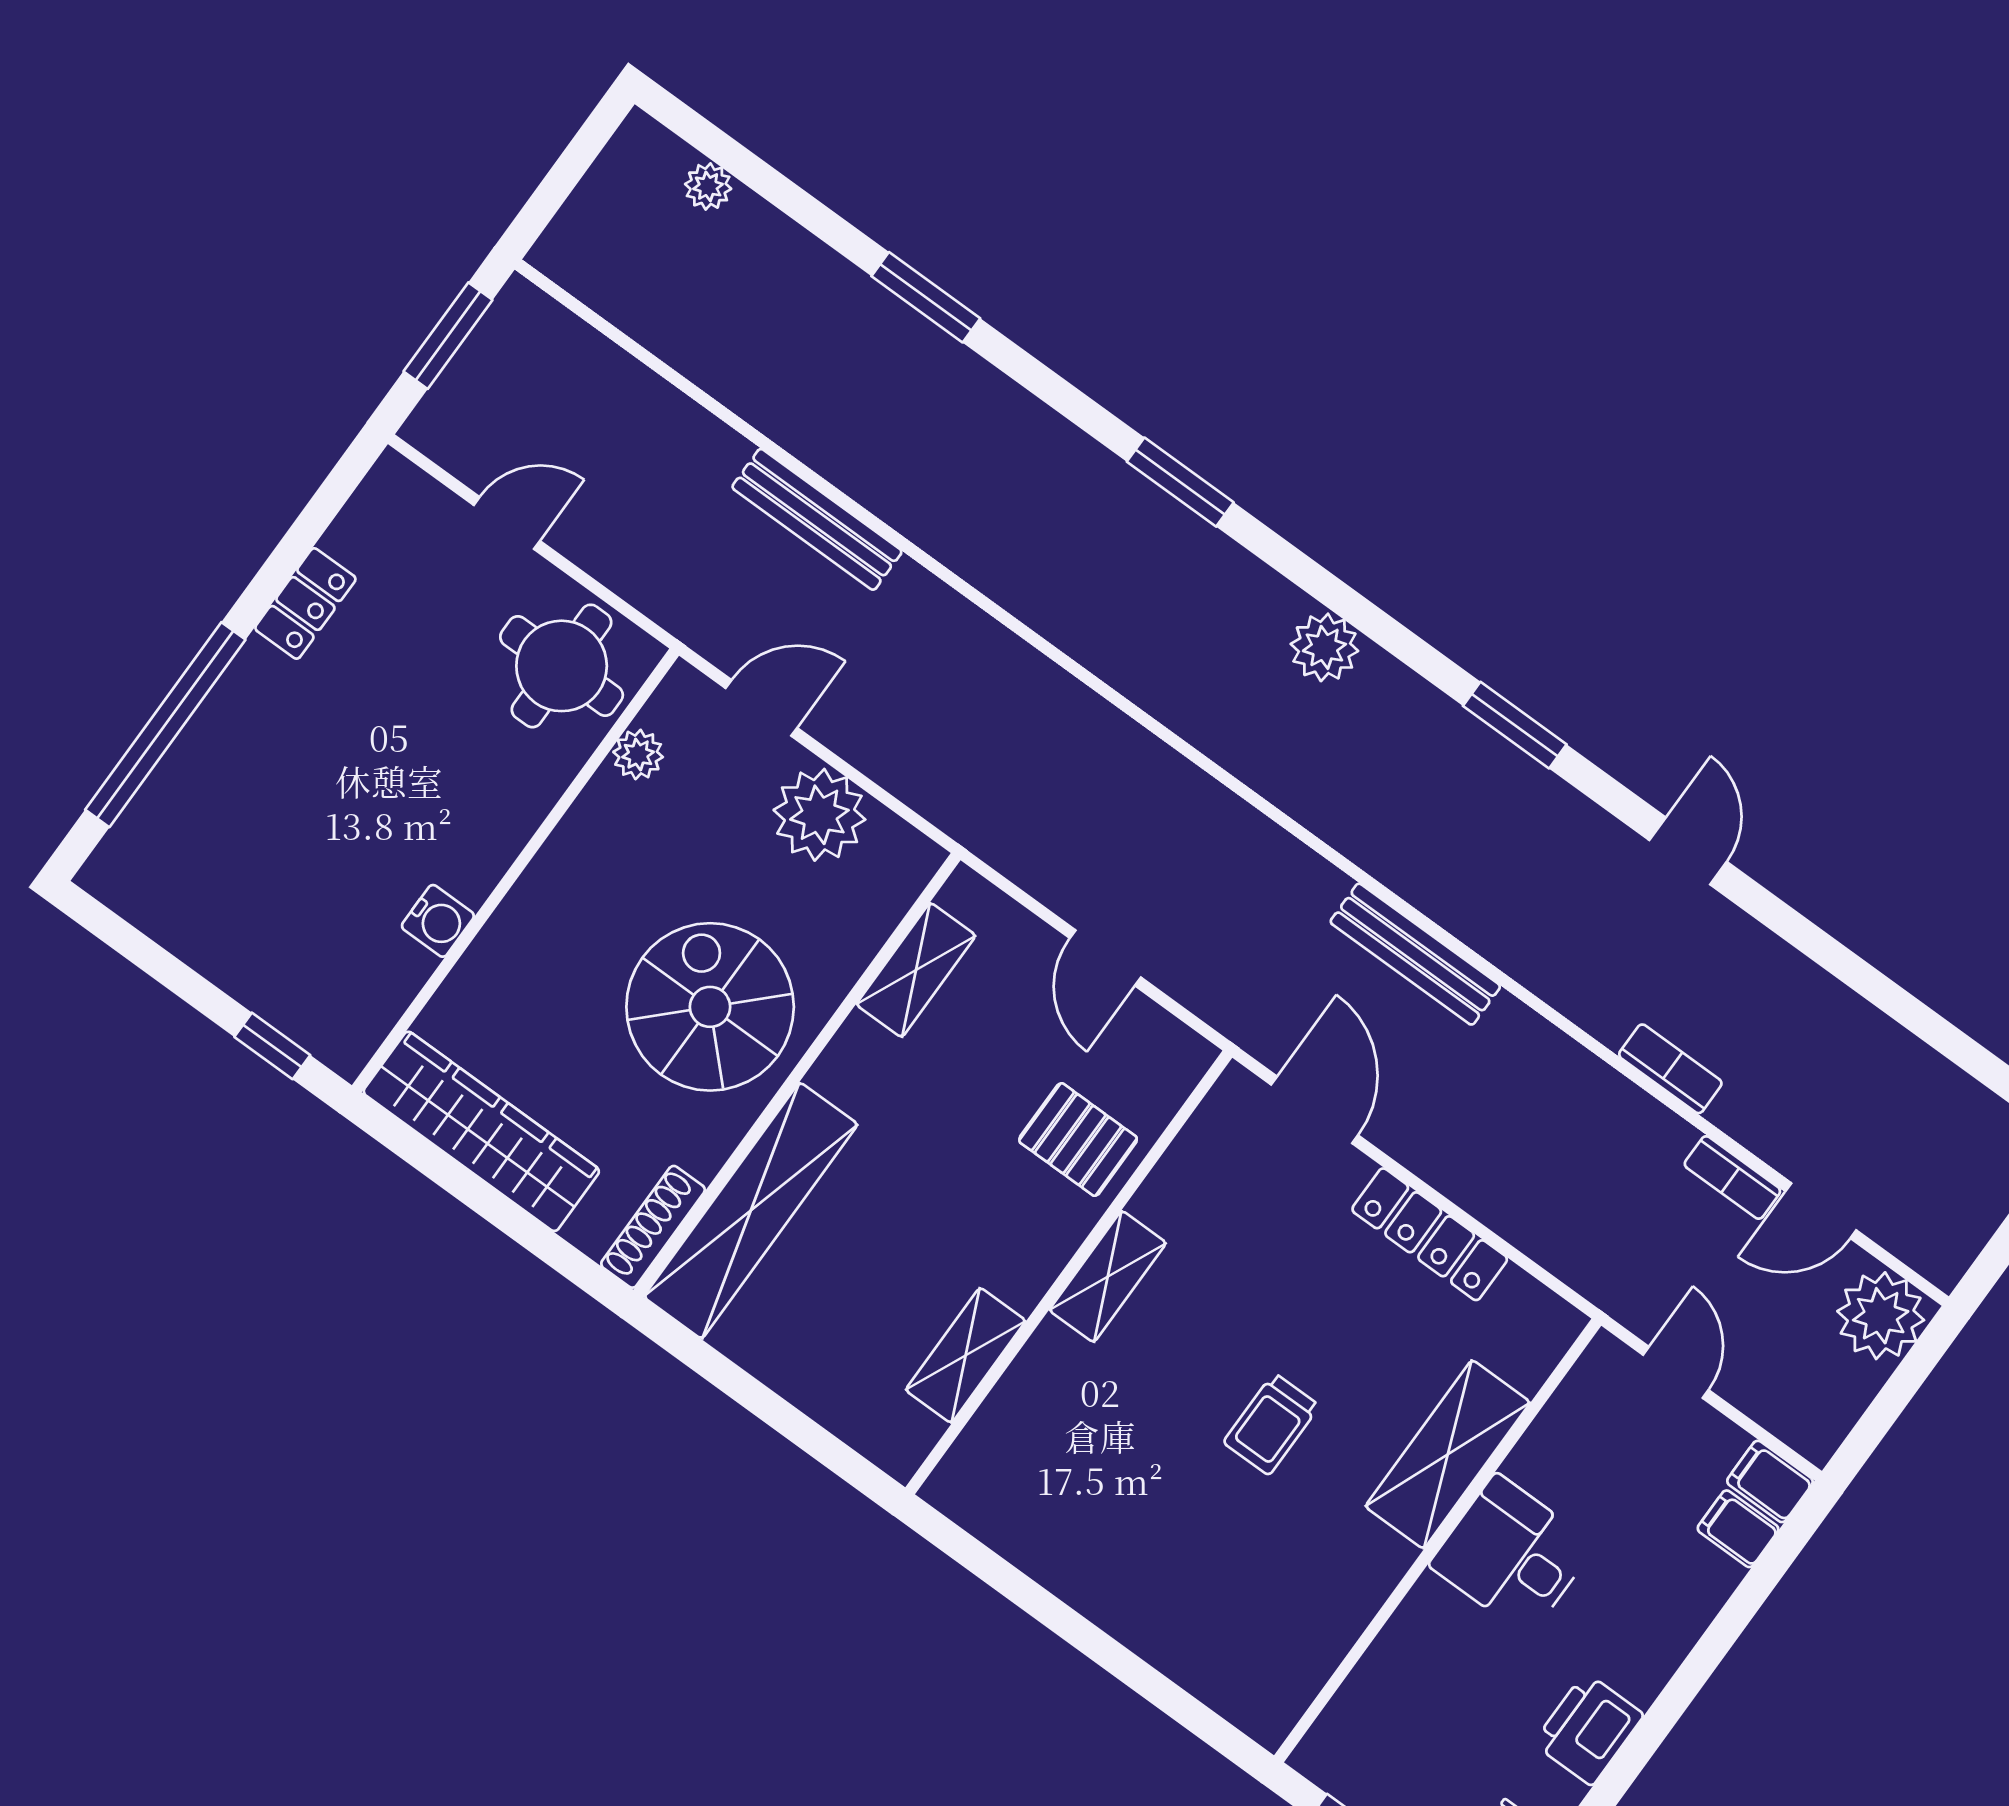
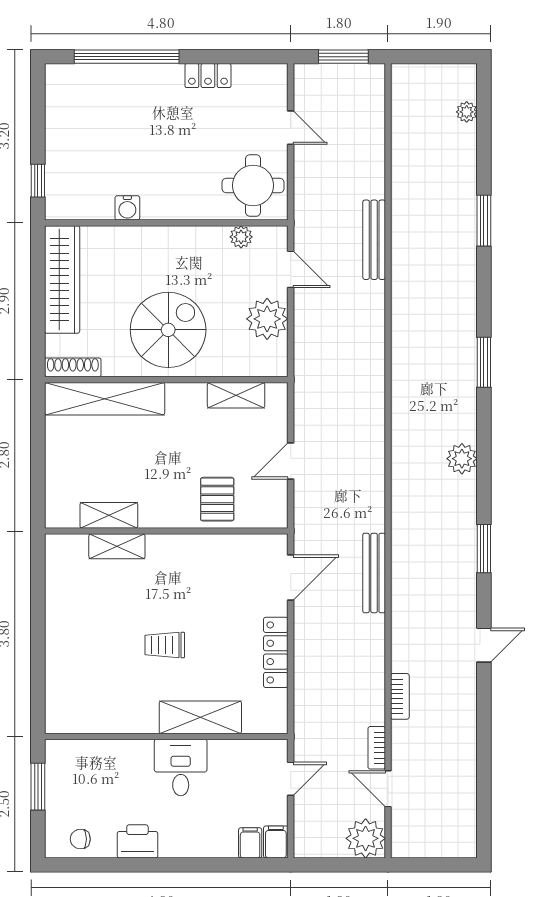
shelving: (1108, 1277) -> (117, 546), moved

